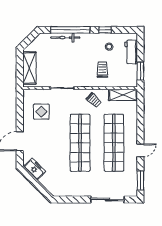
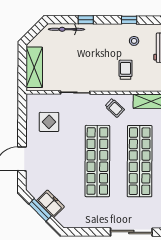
window: (70, 30) -> (86, 20), width x0.32
bicycle: (65, 38) -> (66, 29), moved
freezer: (35, 169) -> (50, 204), moved
window: (34, 182) -> (40, 210), added

